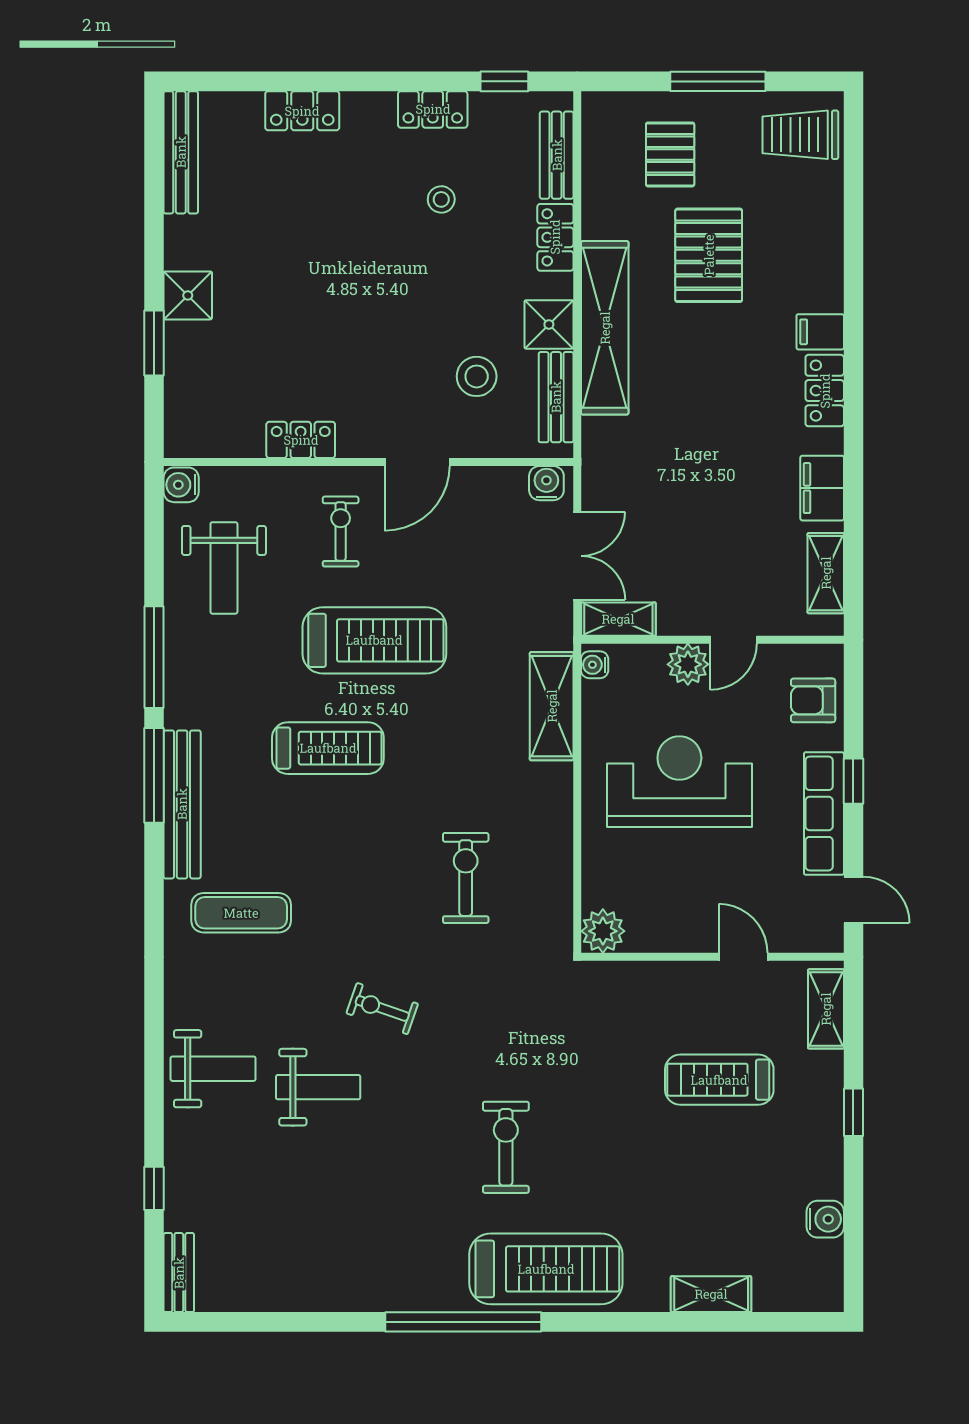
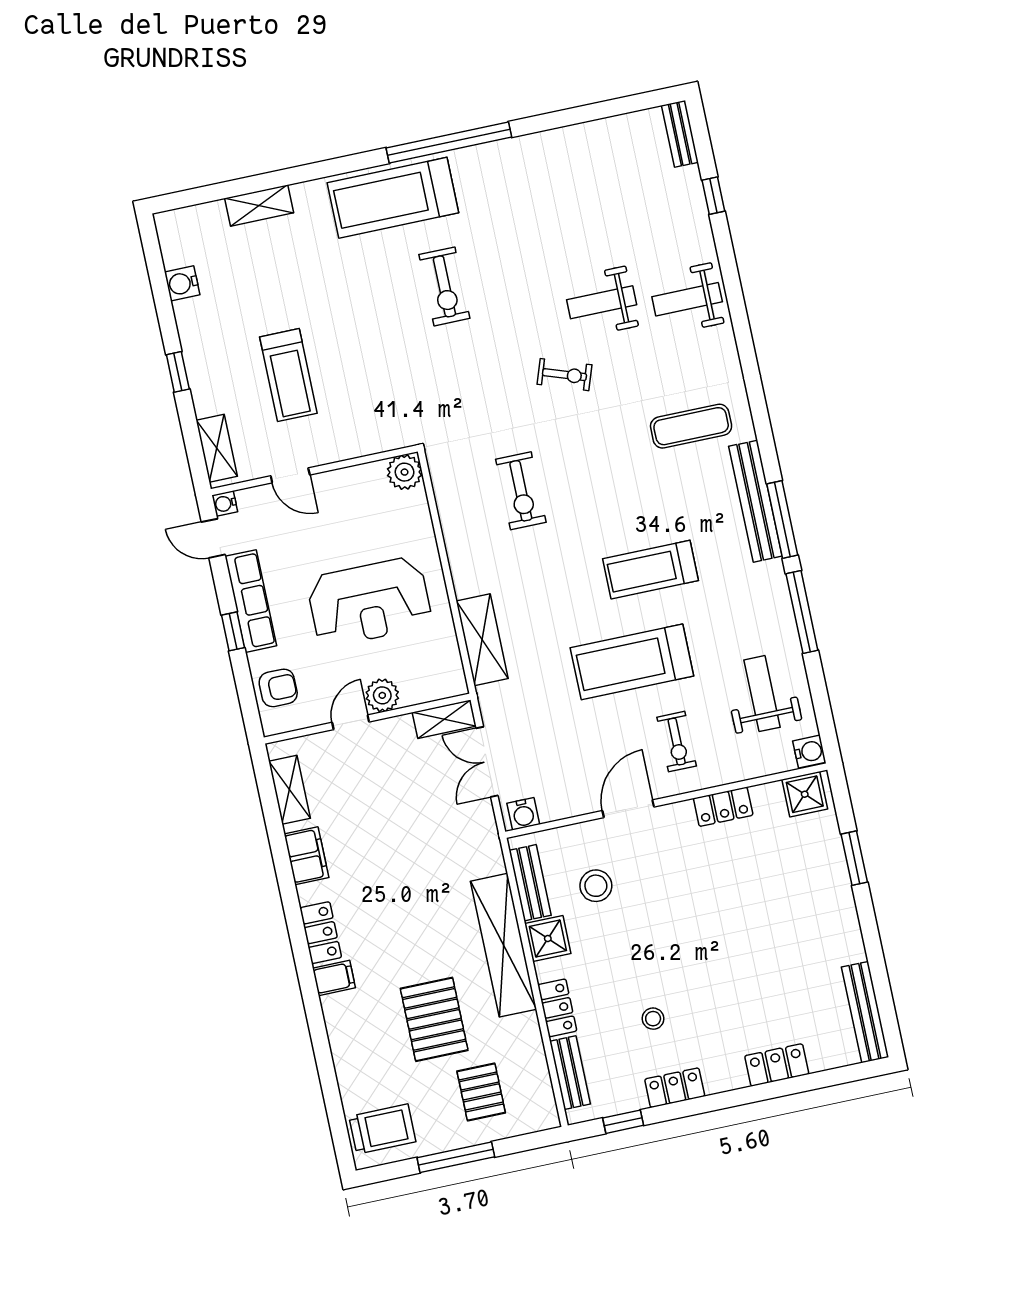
shower: (188, 295) -> (805, 794), moved
water cooler: (595, 665) -> (225, 504), moved, turned 180
treadmill: (719, 1080) -> (288, 375), turned 90

